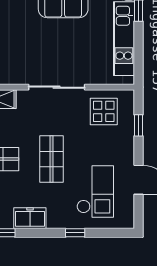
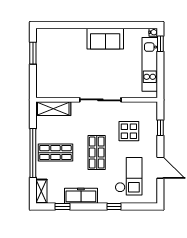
display table: (104, 111) -> (129, 131), moved
freezer: (30, 218) -> (81, 196), width x1.40

